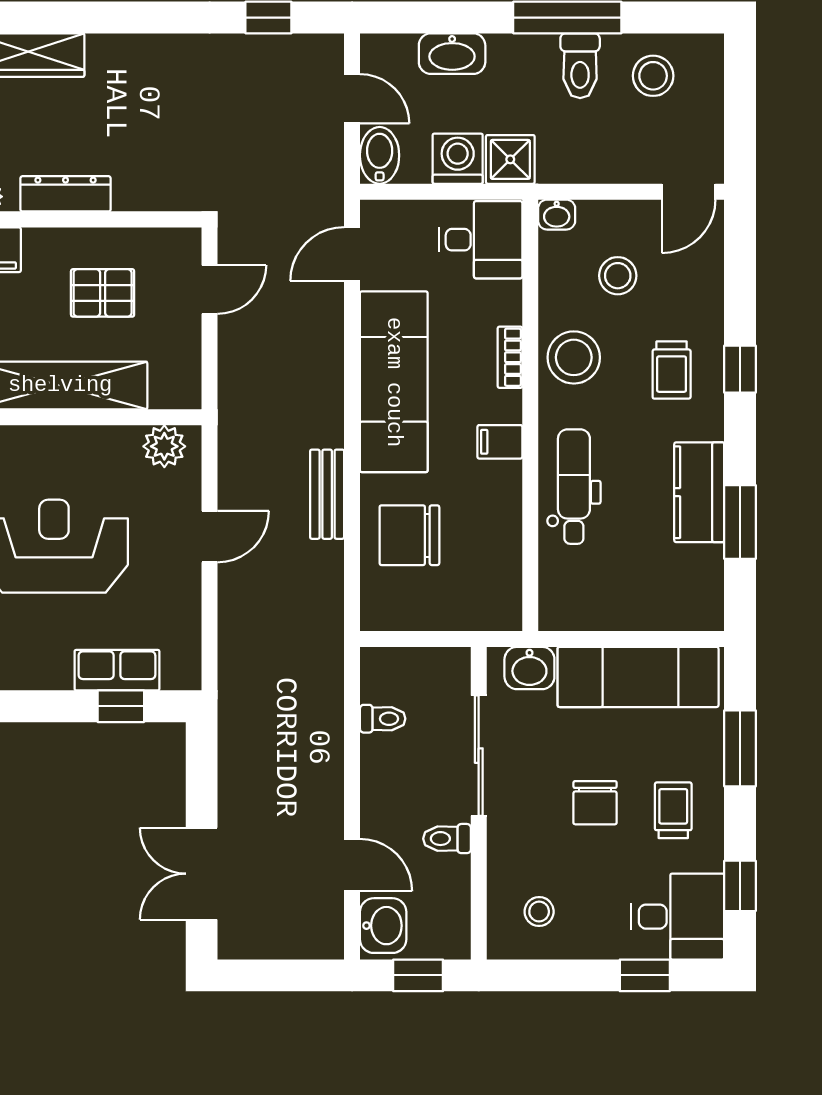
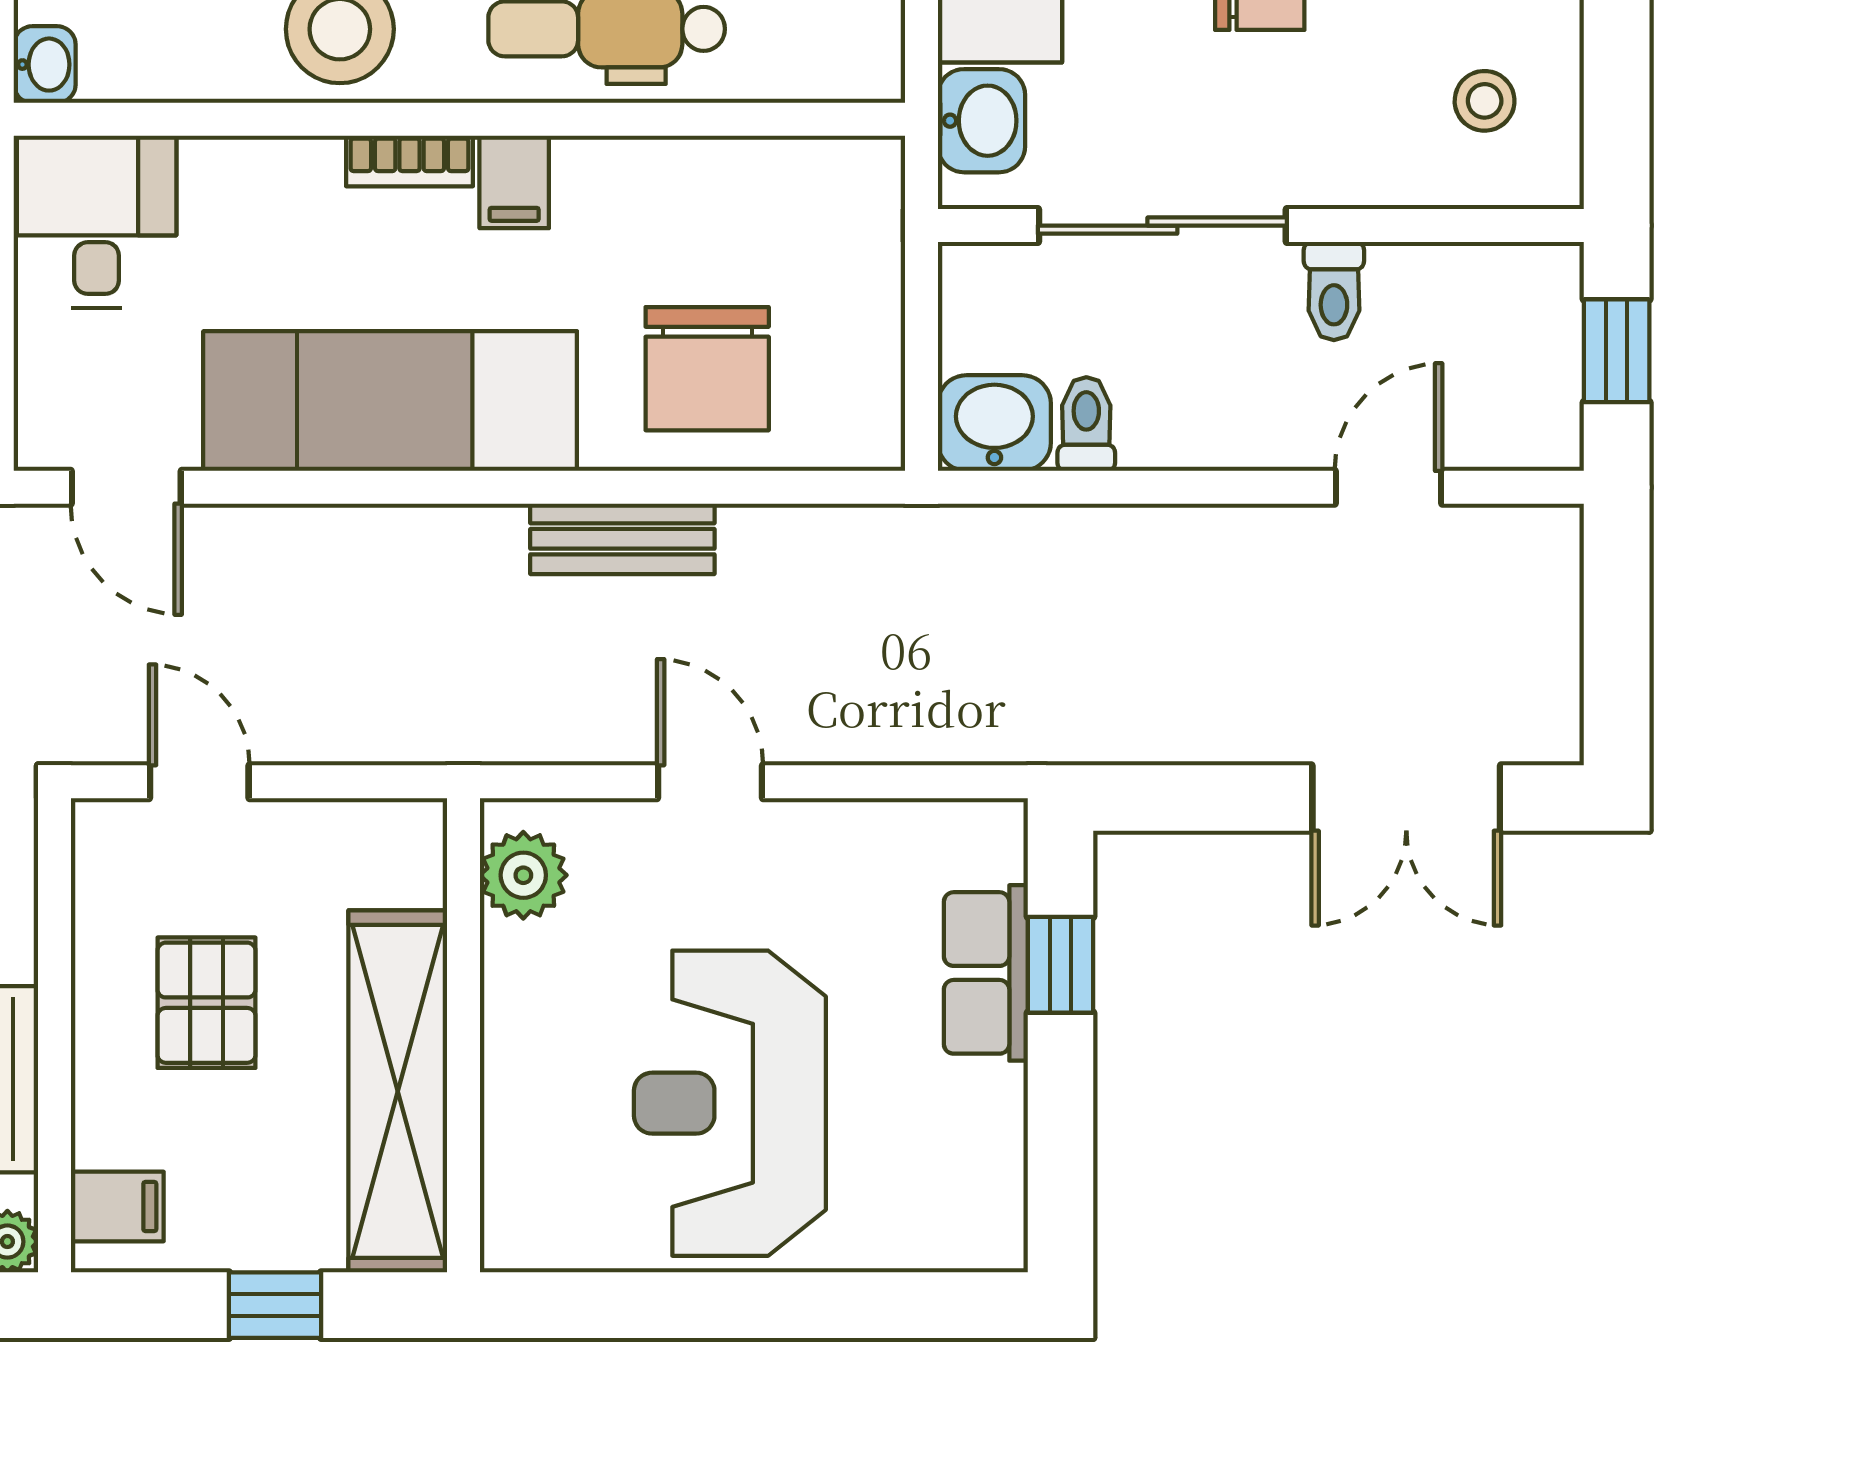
bookcase: (510, 357) -> (409, 161), moved
washbasin: (383, 926) -> (994, 423), moved

